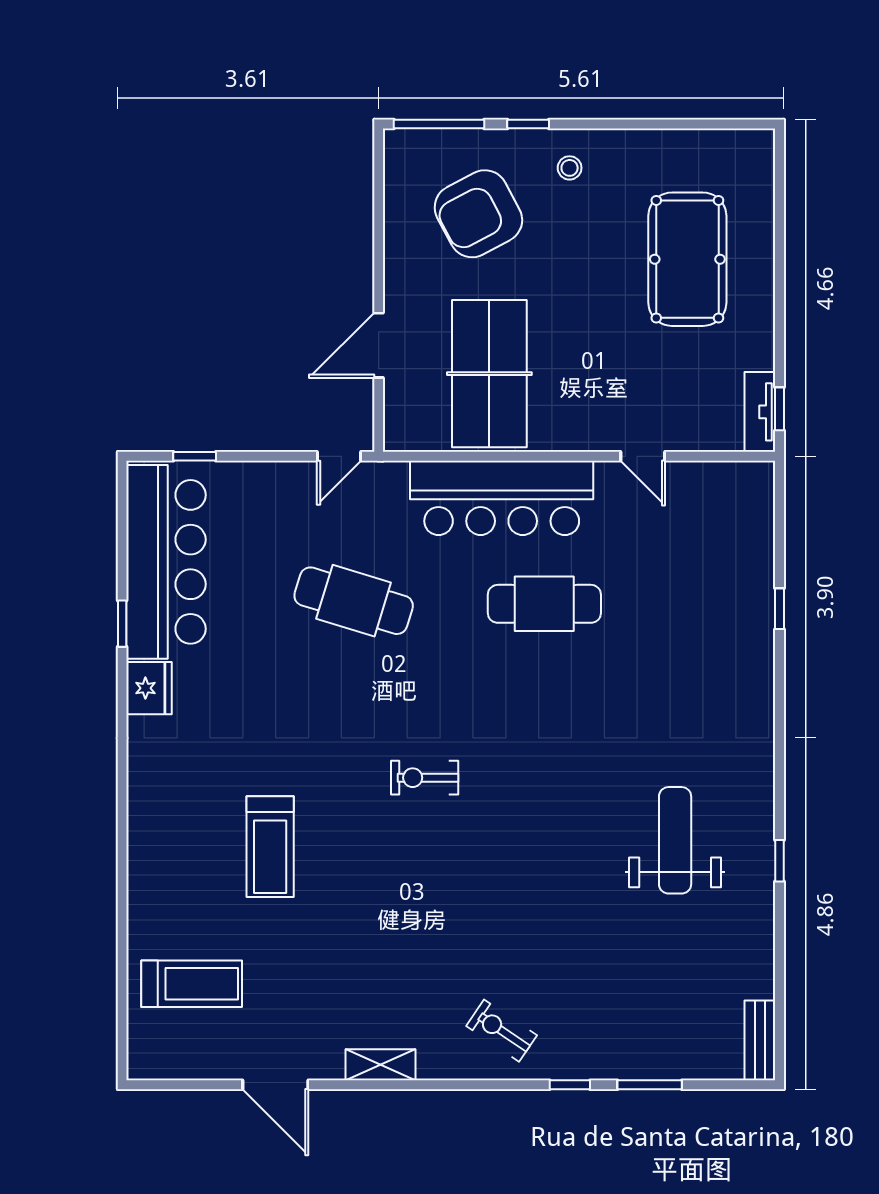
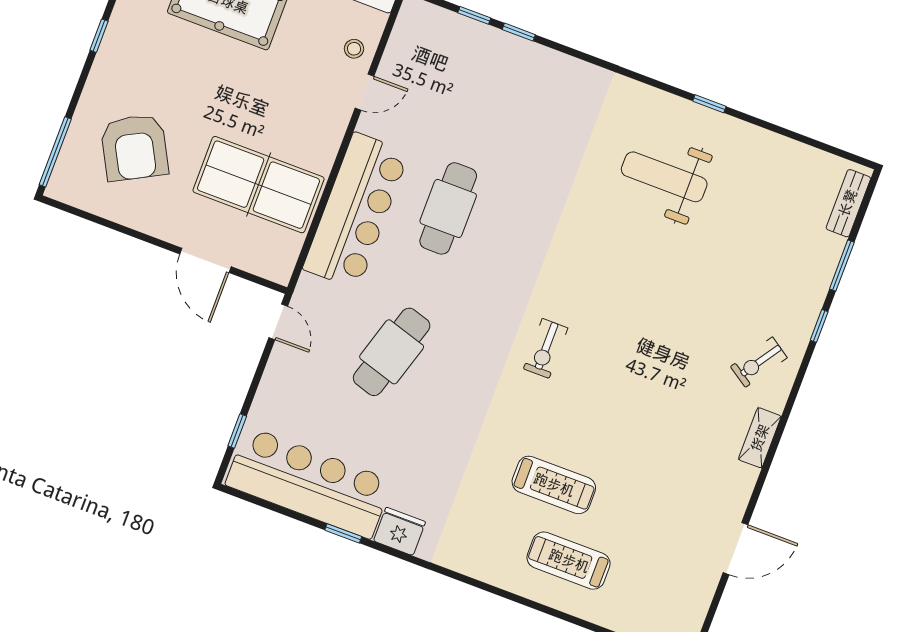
window: (528, 124) -> (99, 36), moved
stool: (570, 168) -> (354, 49), moved
window: (780, 550) -> (474, 15), added
treadmill: (192, 984) -> (569, 561), moved, turned -90
bench: (760, 1040) -> (848, 203), moved, turned 90
shelving: (381, 1065) -> (760, 438), moved

